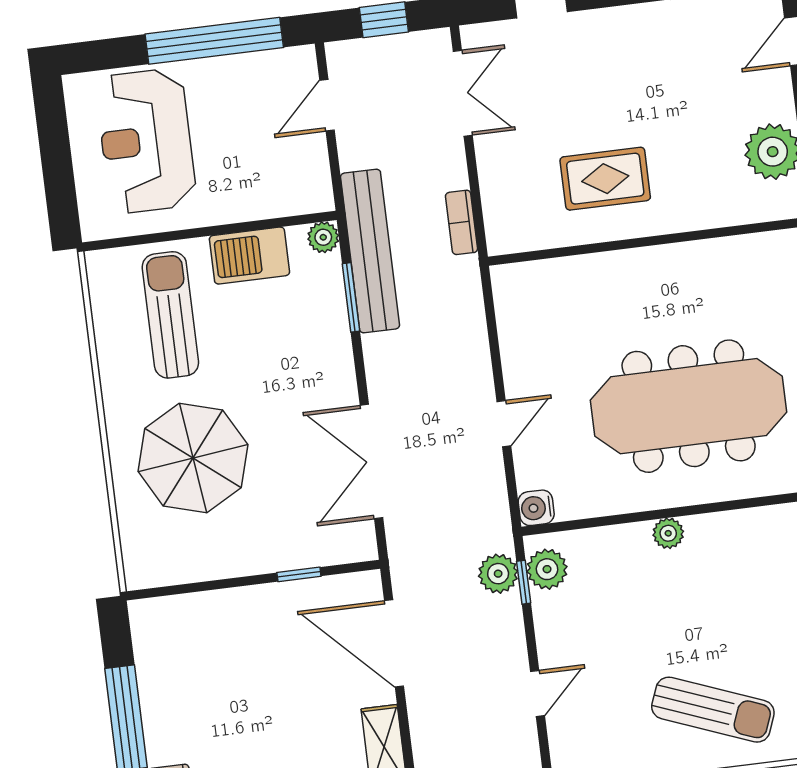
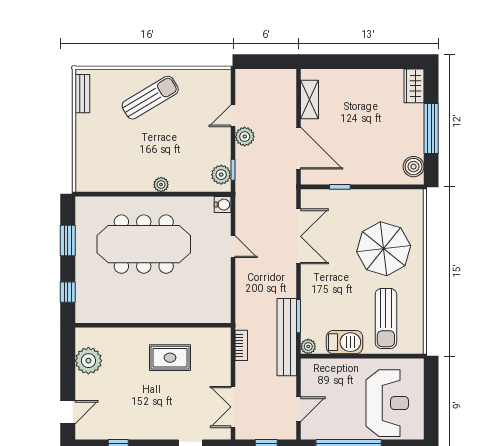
door: (504, 424) -> (233, 247), swing flipped
plant: (498, 574) -> (245, 137), moved
boiler: (152, 635) -> (414, 167), added
sun lounger: (713, 710) -> (150, 98), turned 128

